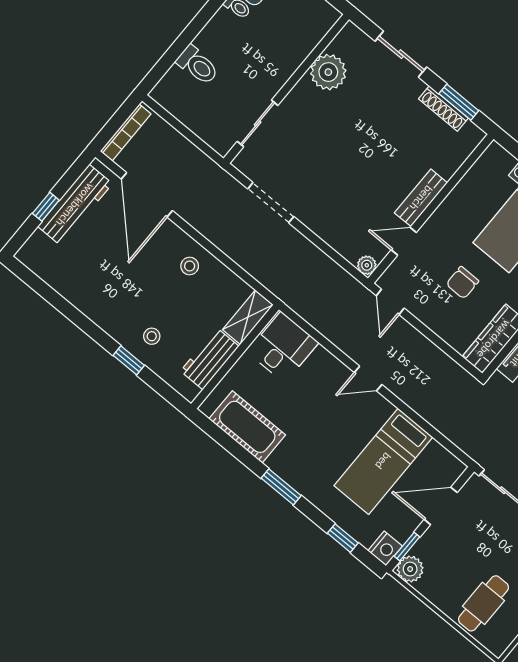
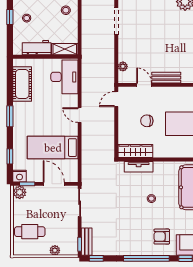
plant: (367, 265) -> (123, 66), moved
desk: (283, 347) -> (64, 77), width x1.37

